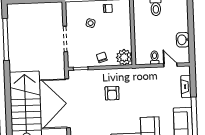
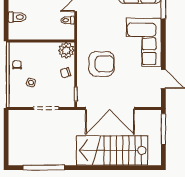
armchair: (112, 93) -> (101, 64), width x1.88, depth x1.88

